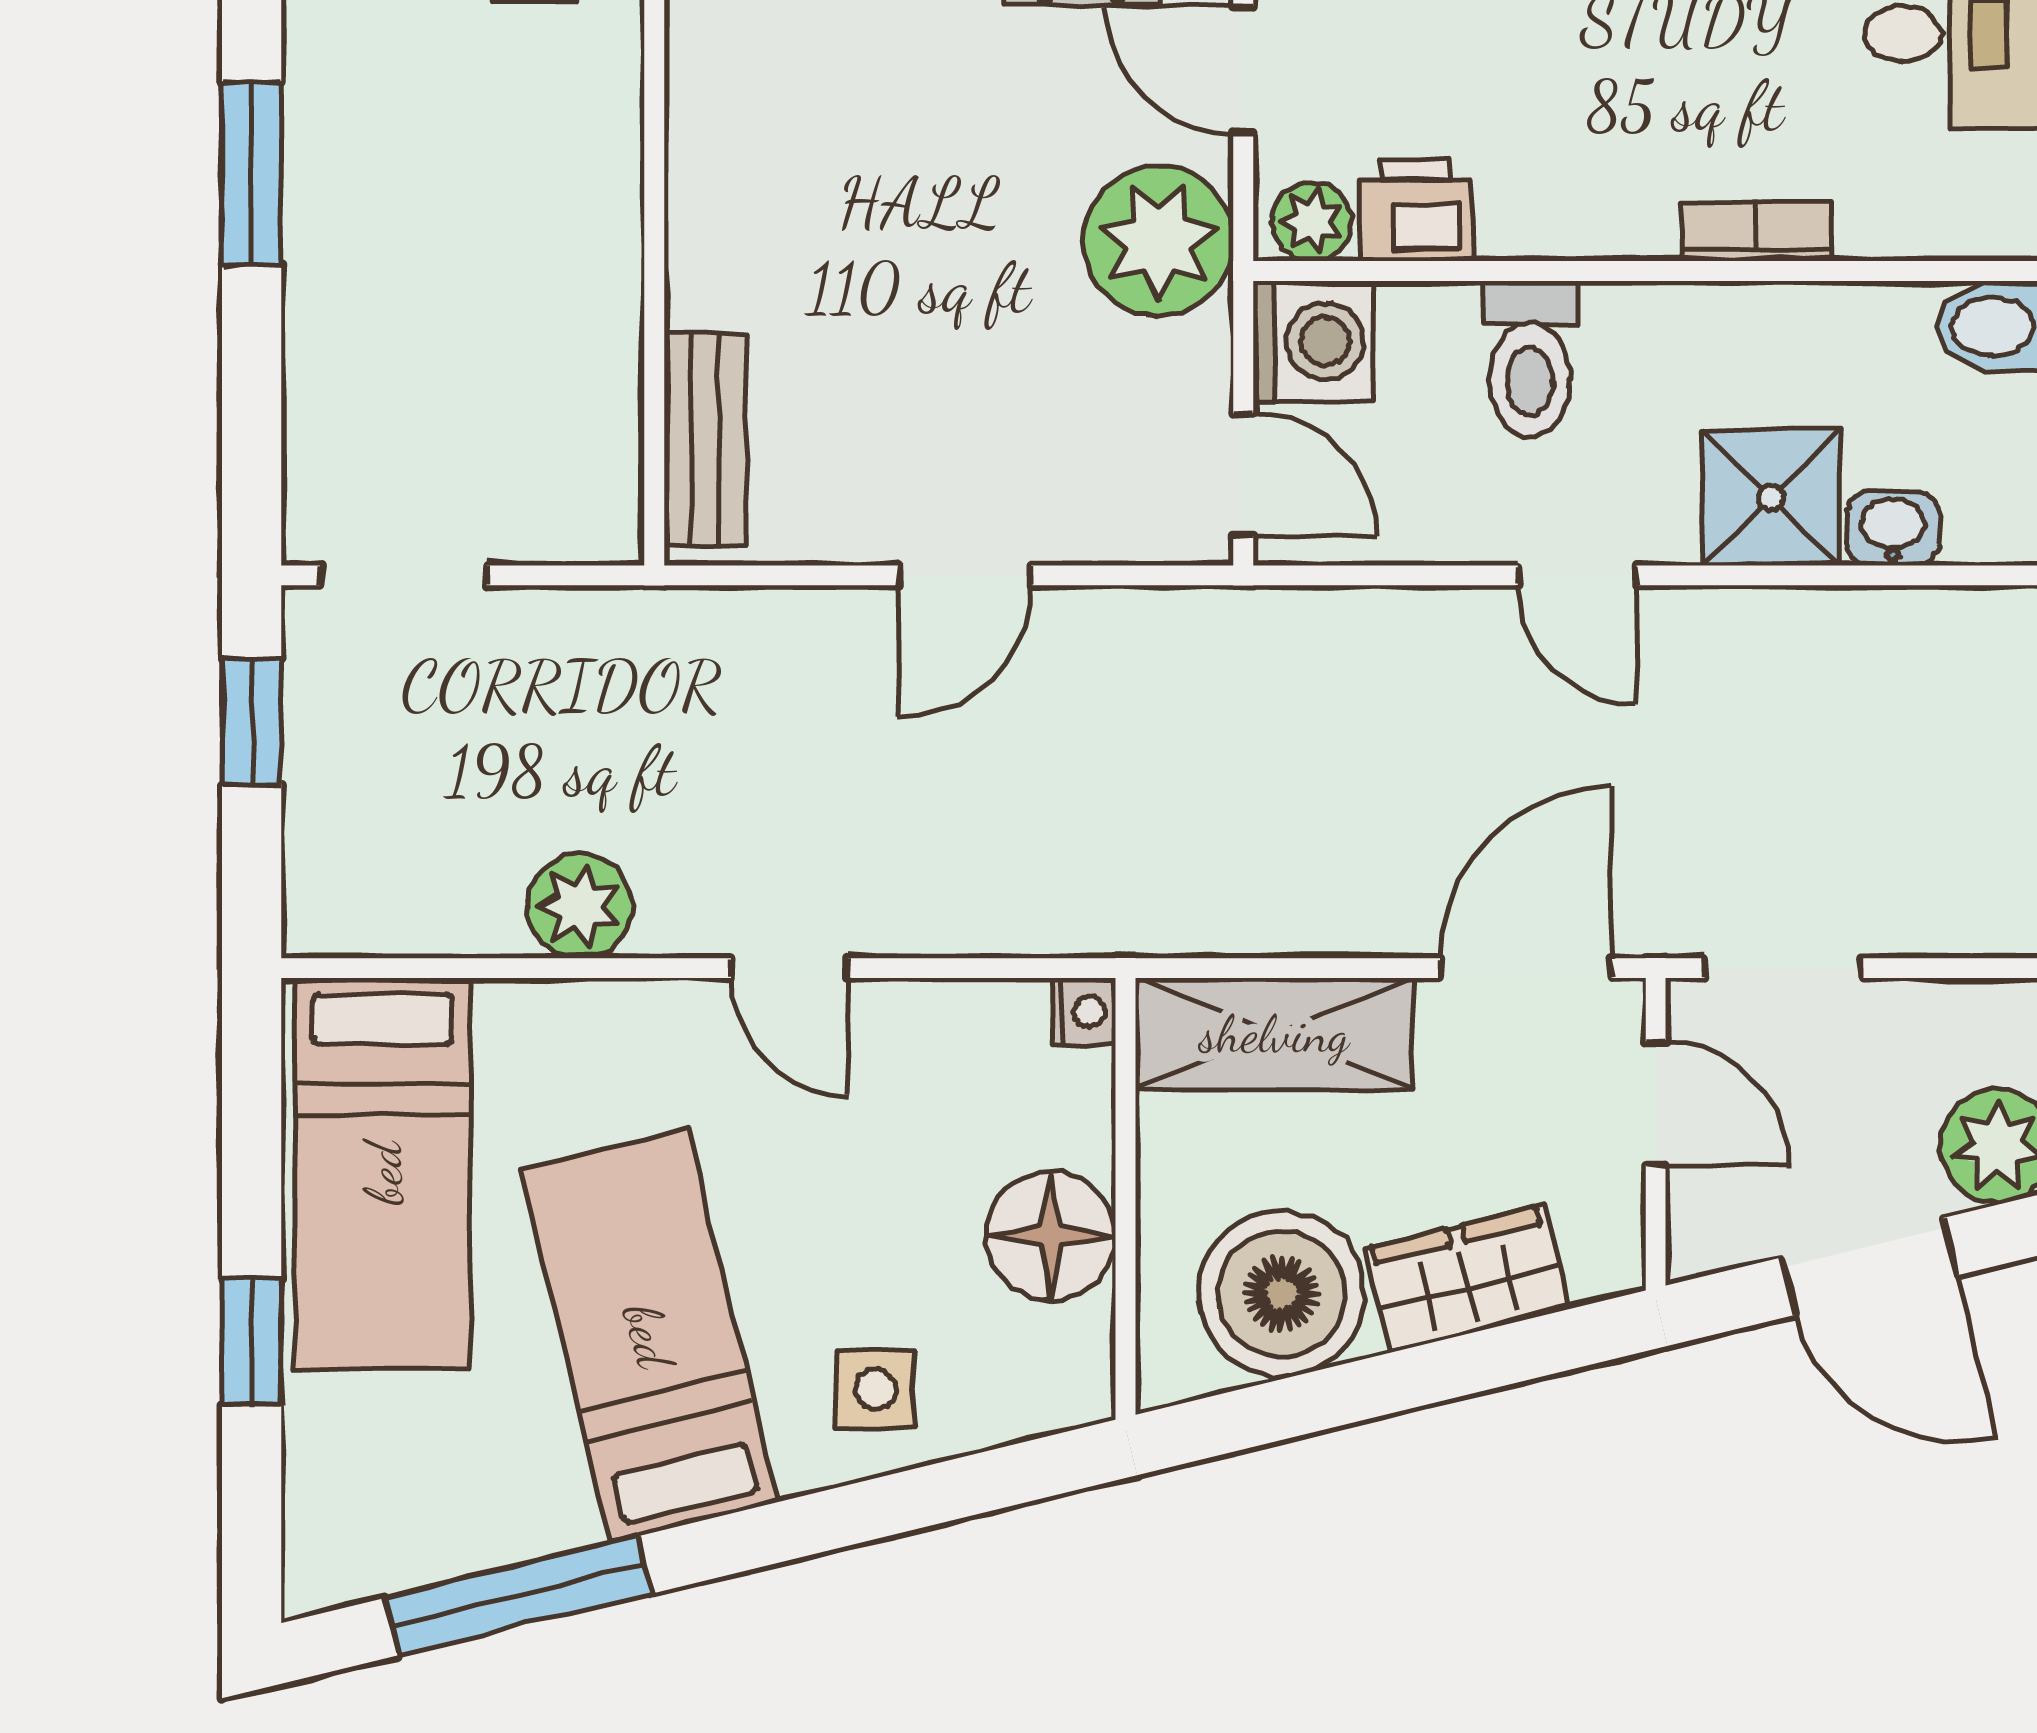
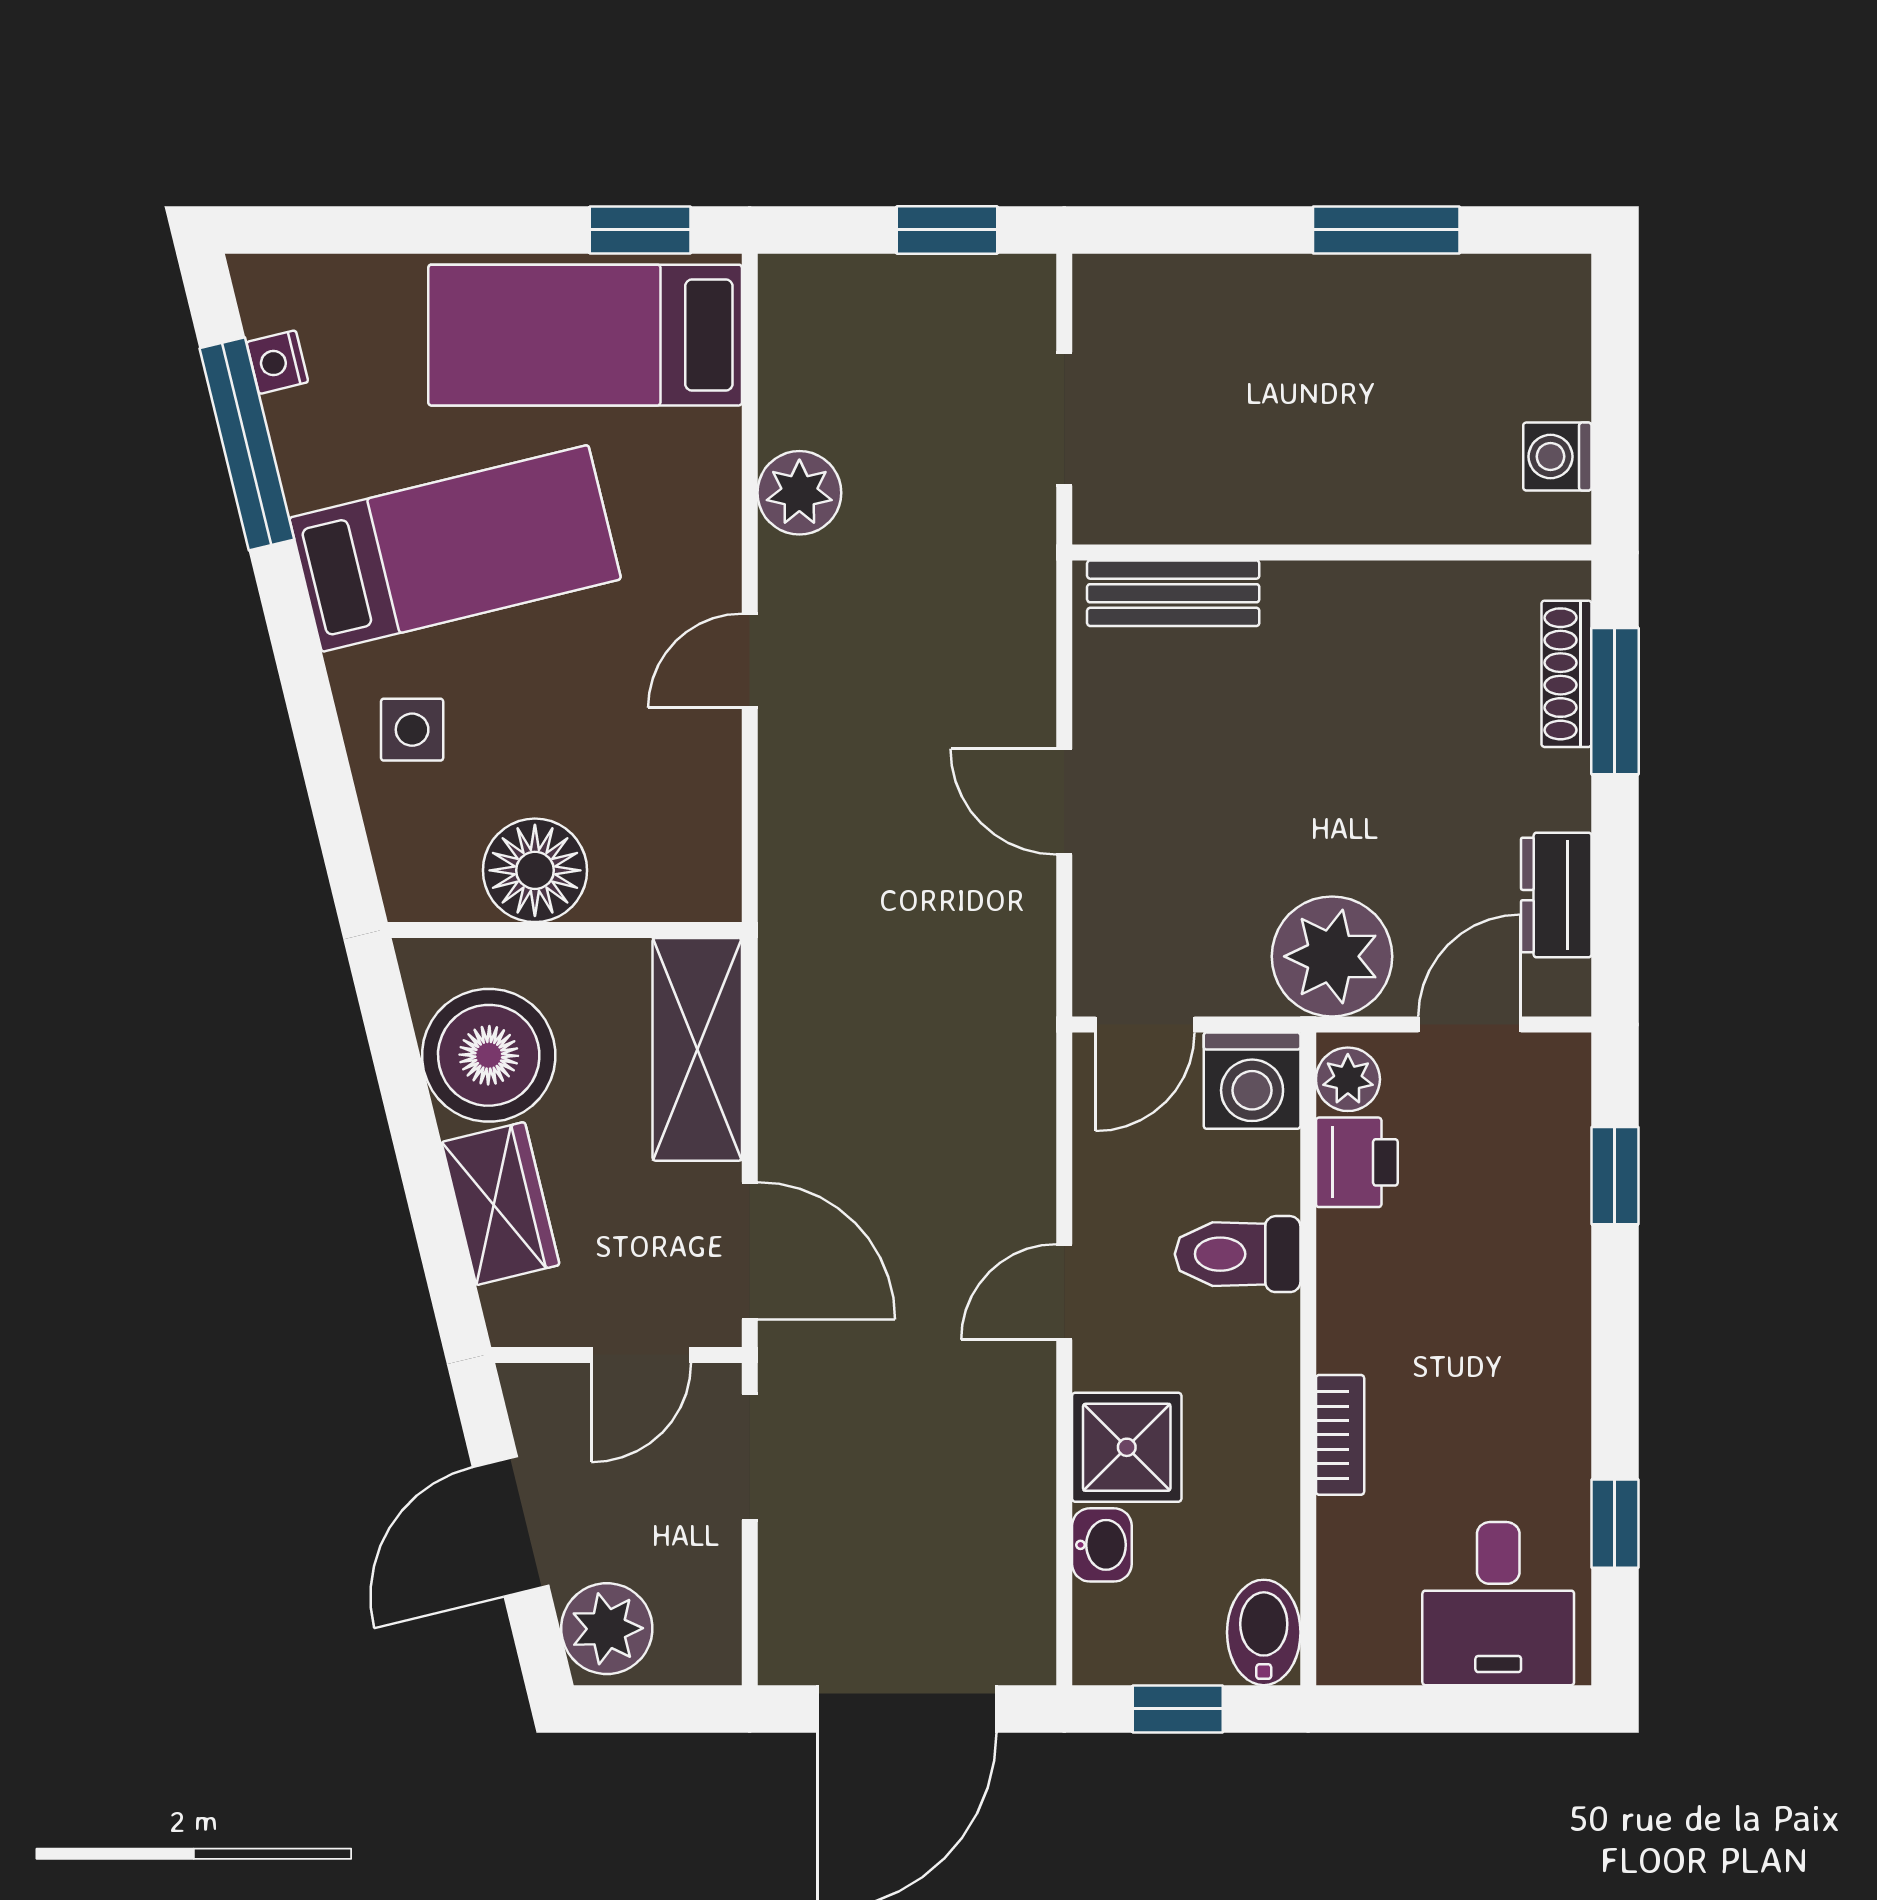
doorway: (403, 575) -> (1064, 419), moved
nightstand: (1084, 1012) -> (277, 362), moved, turned 76
window: (252, 1342) -> (640, 230), moved

